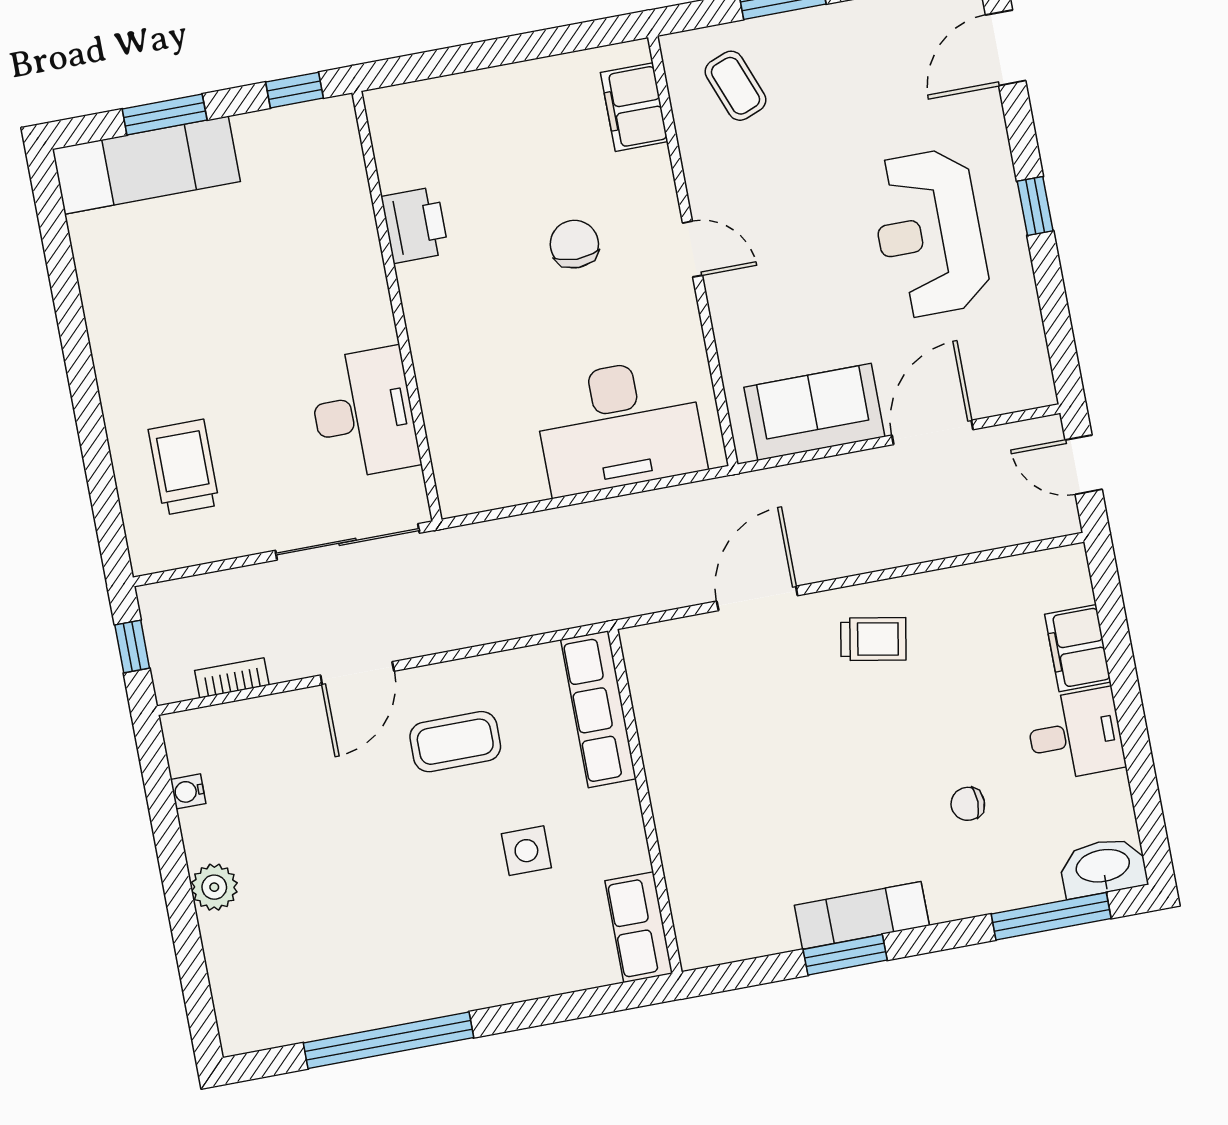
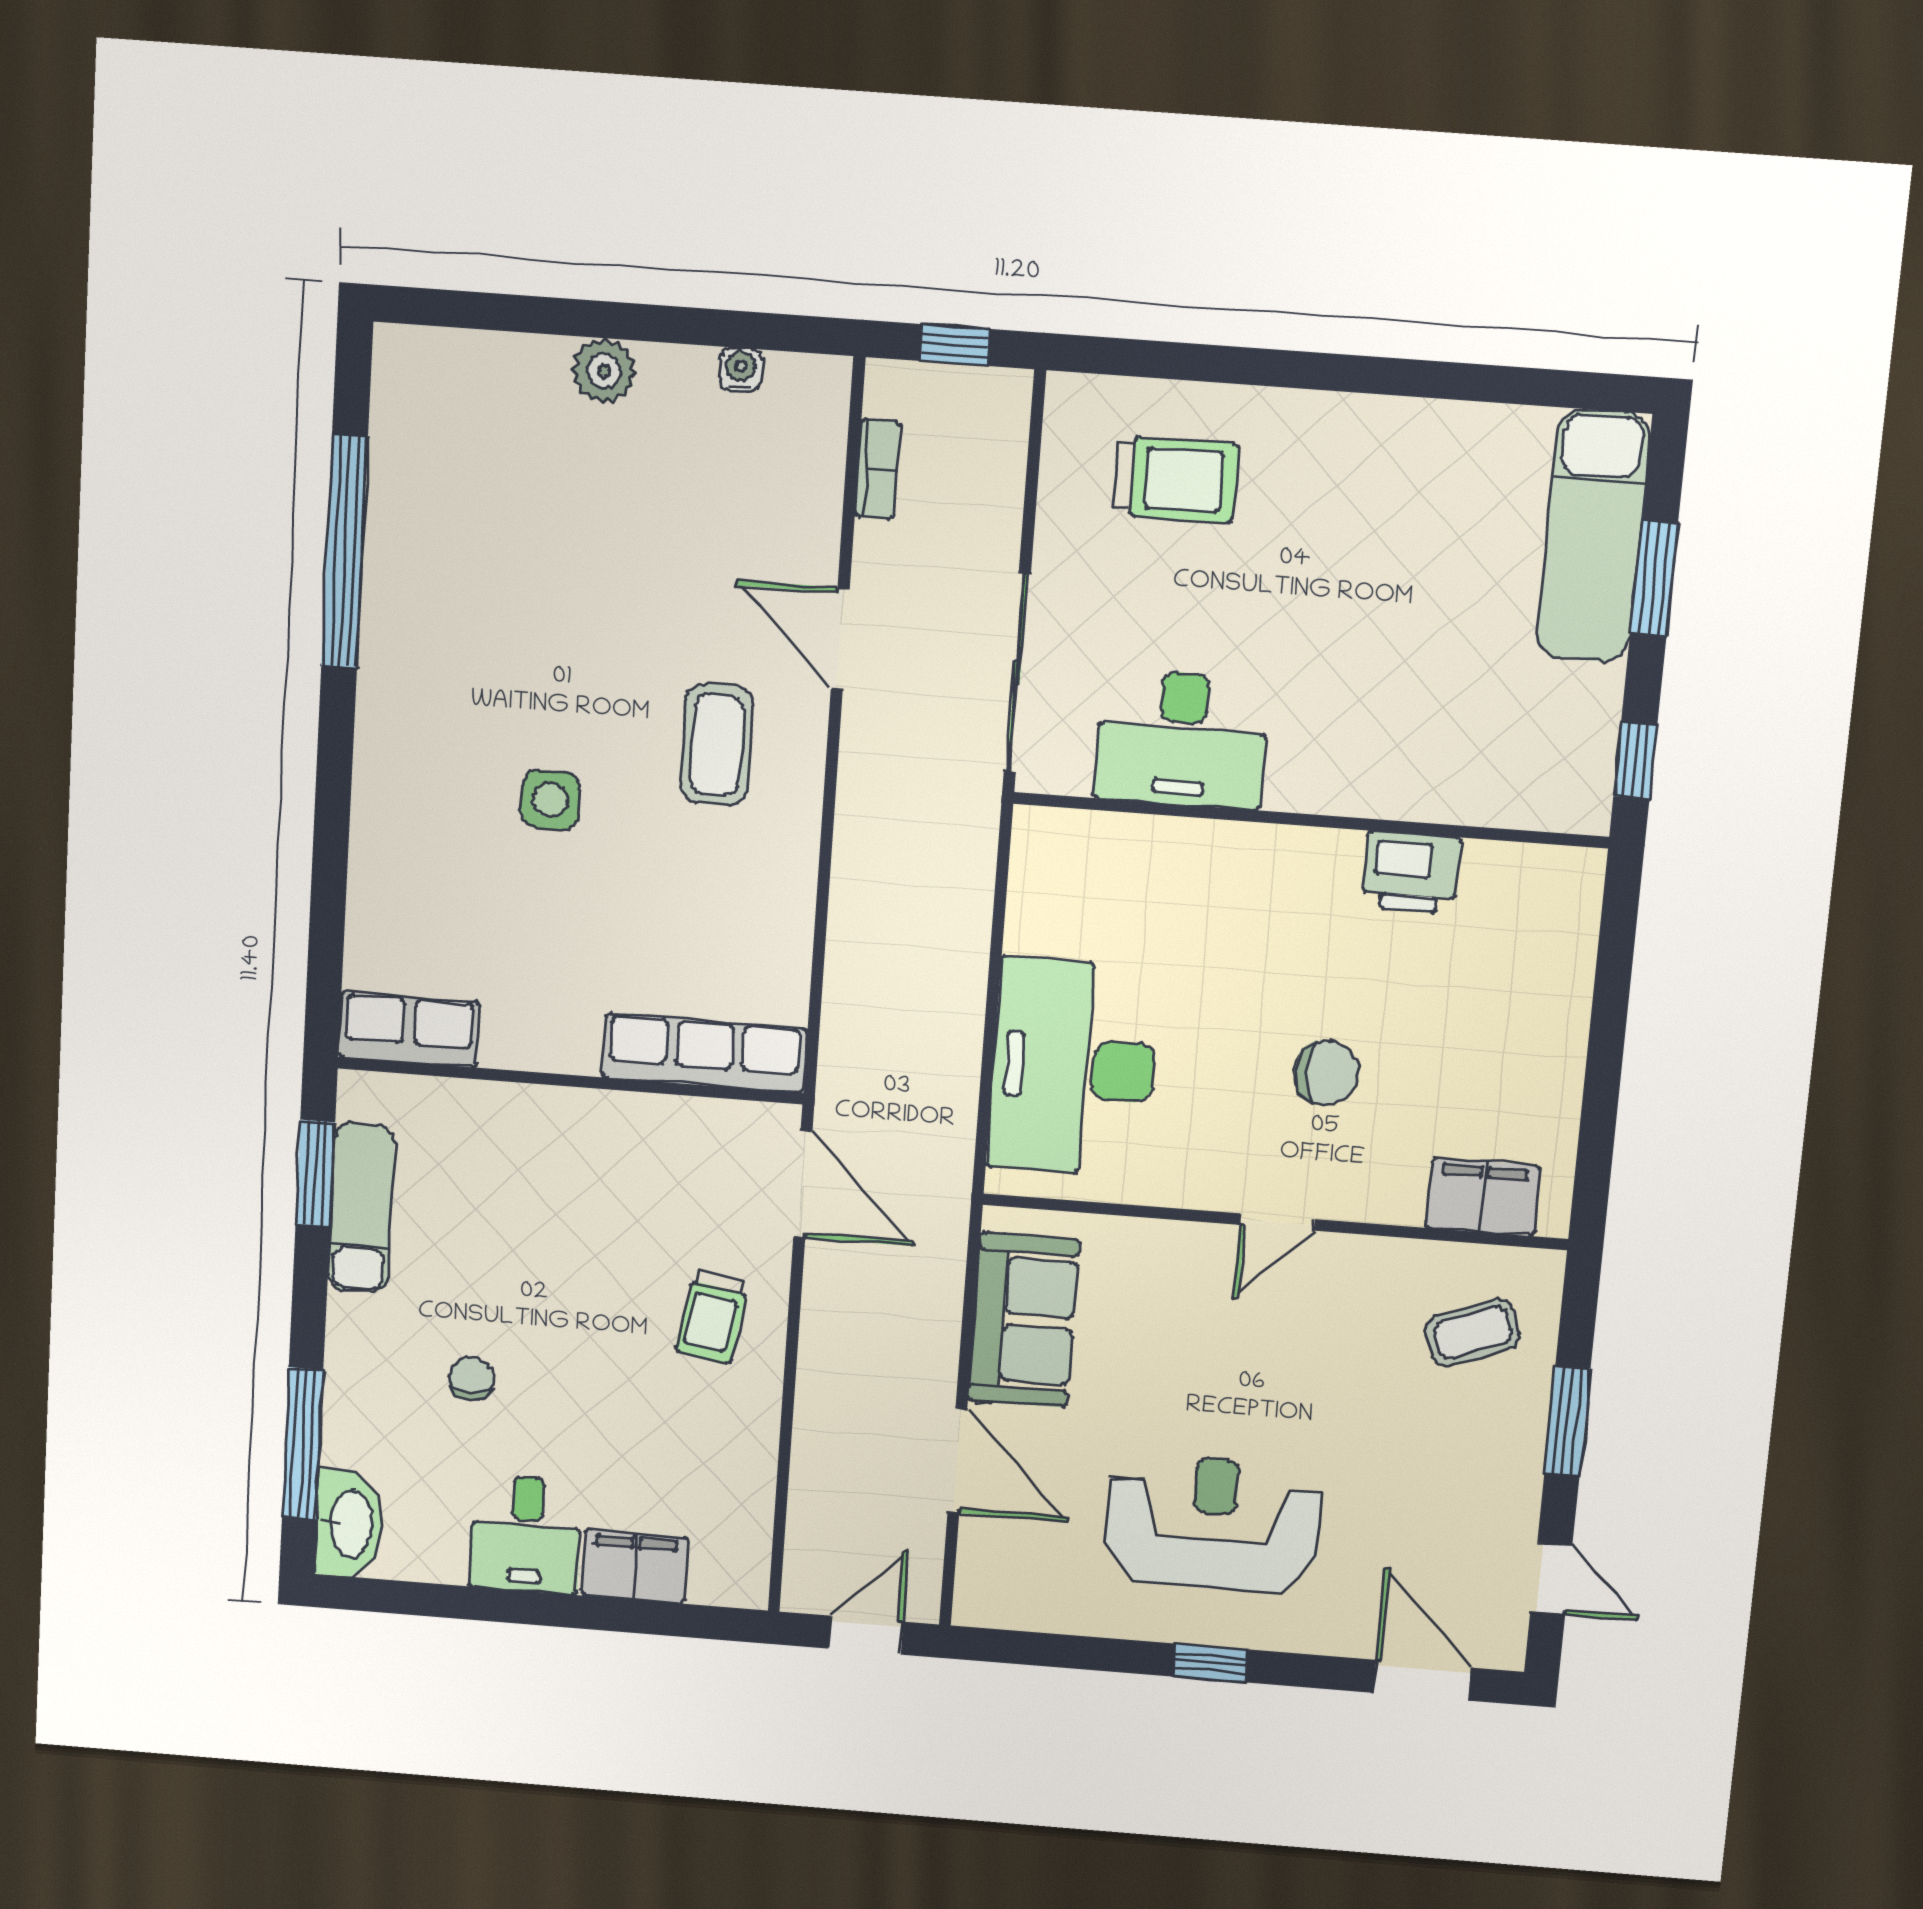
row of seats: (598, 709) -> (705, 1053), moved
wall: (645, 801) -> (570, 1081), moved
row of seats: (639, 927) -> (409, 1029), moved

